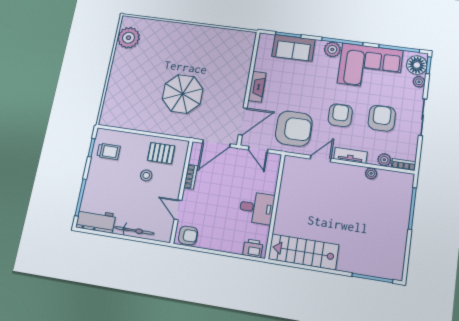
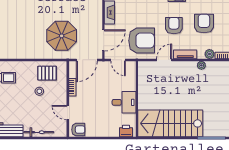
parasol: (183, 94) -> (62, 36), moved
stairs: (303, 252) -> (170, 123), width x1.36, depth x1.51

